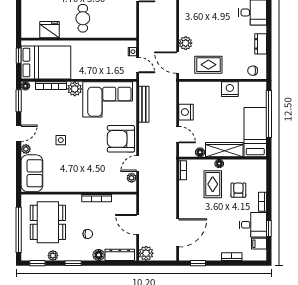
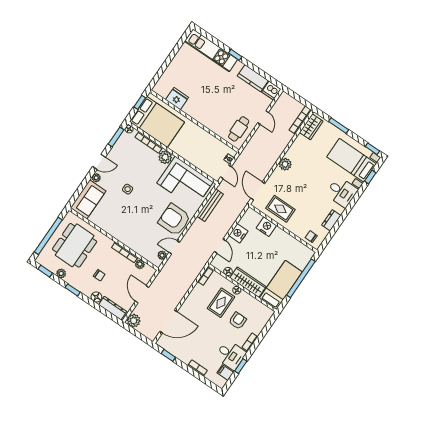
cafe table: (83, 18) -> (239, 129), moved
plant: (186, 43) -> (285, 164), moved
nightstand: (230, 89) -> (266, 227), moved
plant: (117, 199) -> (140, 264), added

